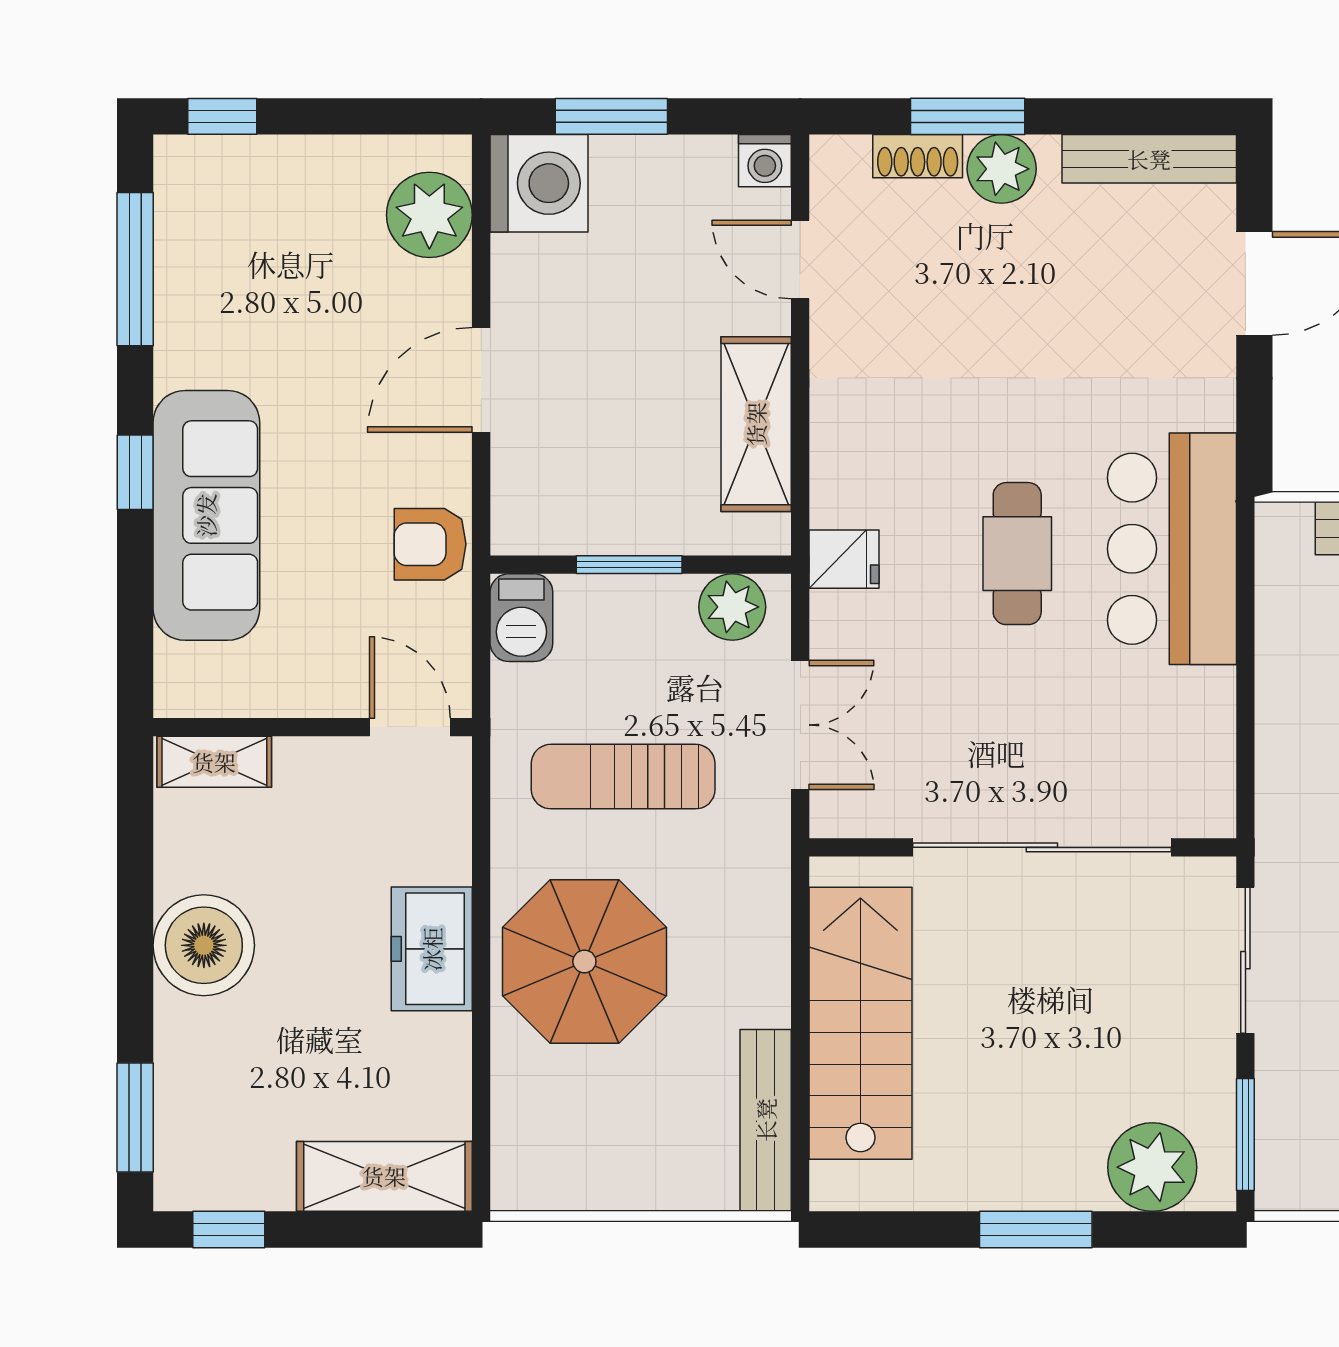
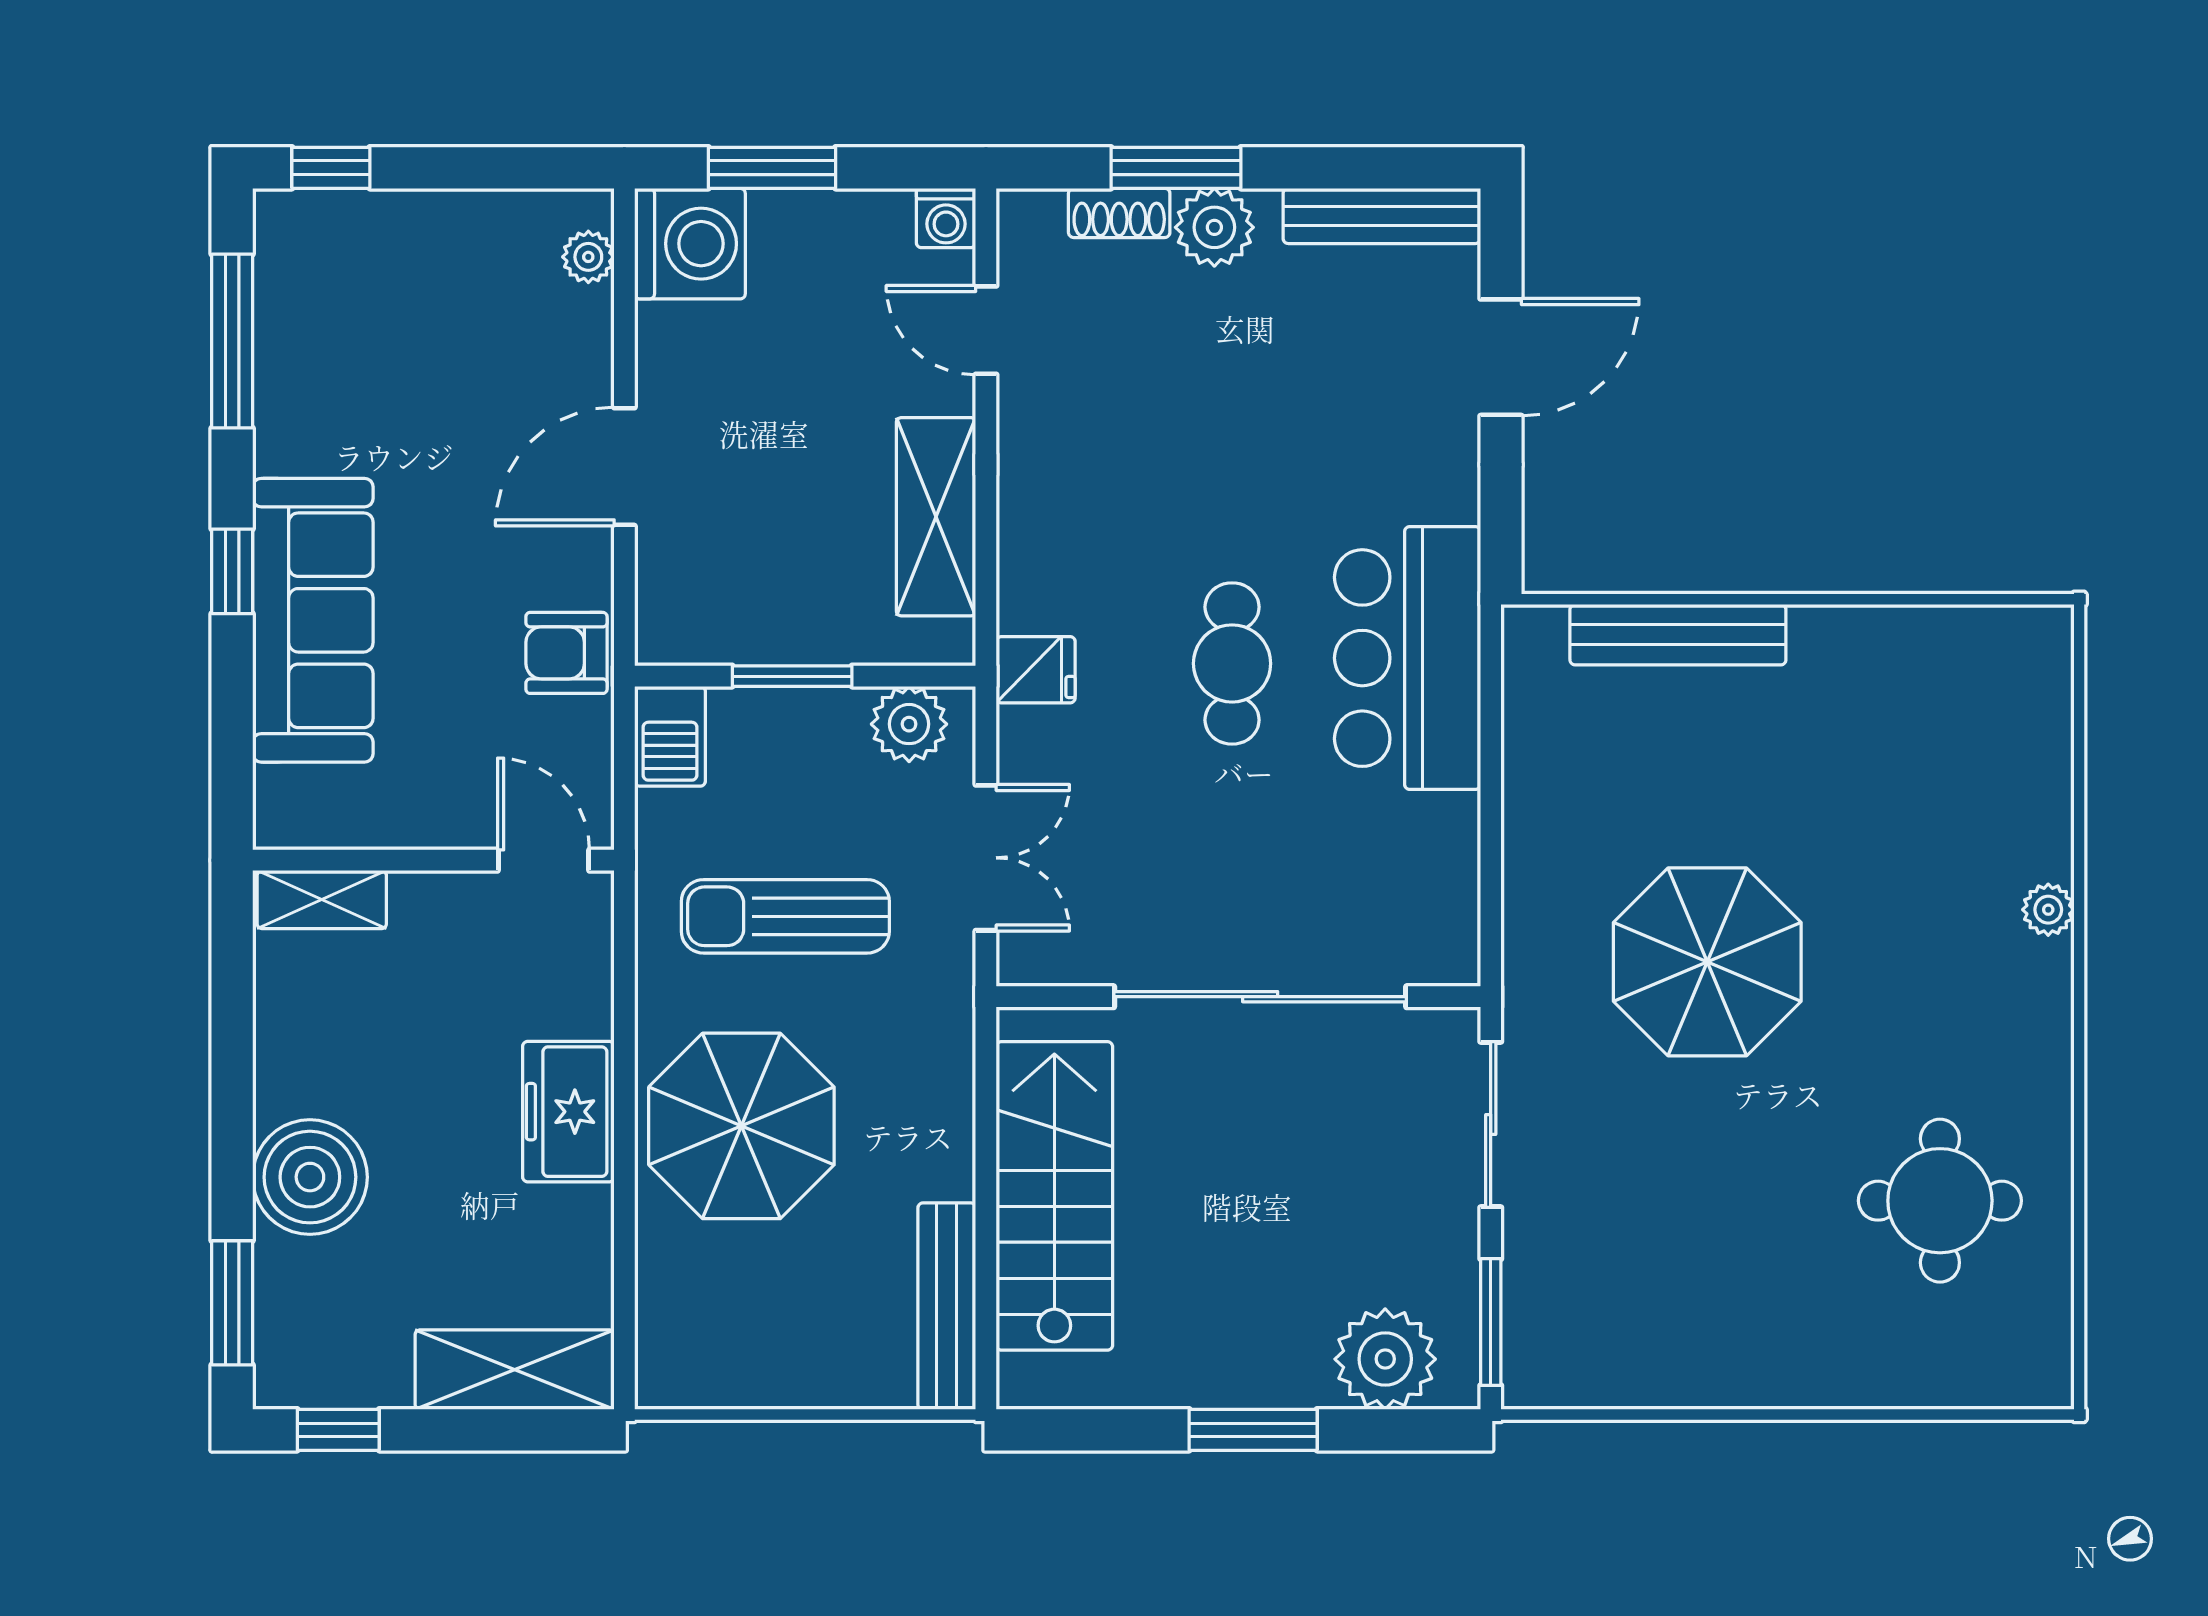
plant: (429, 215) -> (588, 257), width x0.53, depth x0.53
boiler: (204, 945) -> (310, 1177), moved

